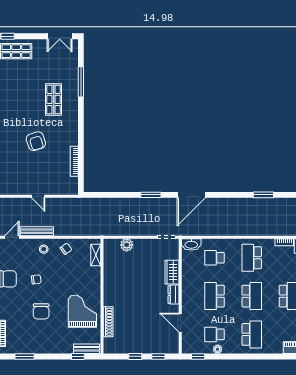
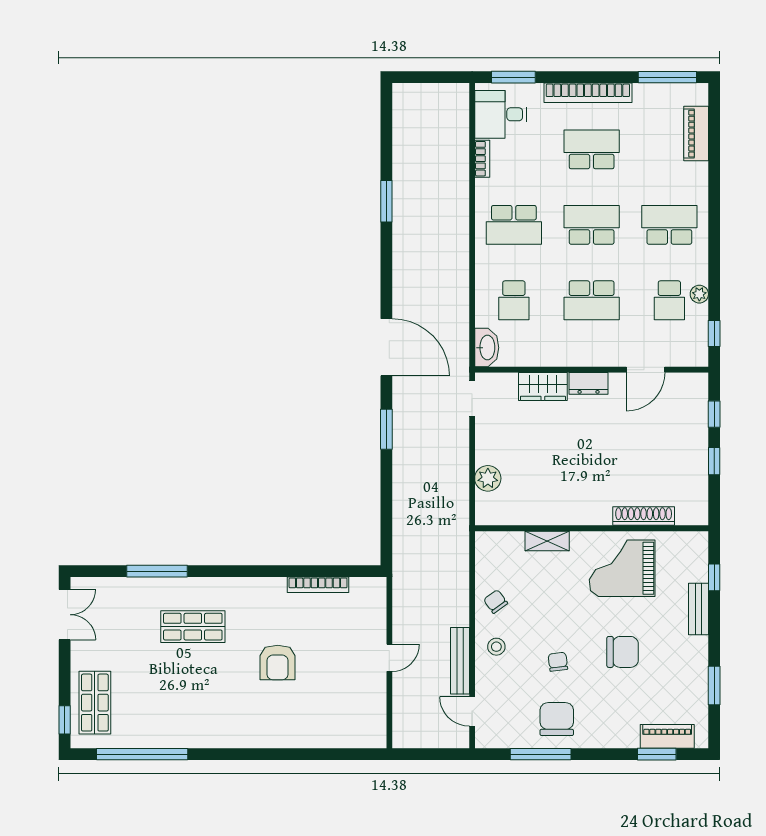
armchair: (36, 141) -> (278, 663), turned 108
shelving: (96, 255) -> (547, 541), moved
bench: (87, 349) -> (698, 609), moved

